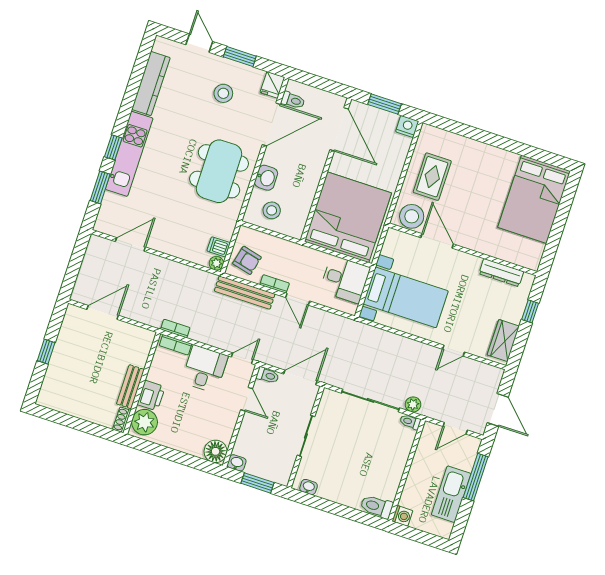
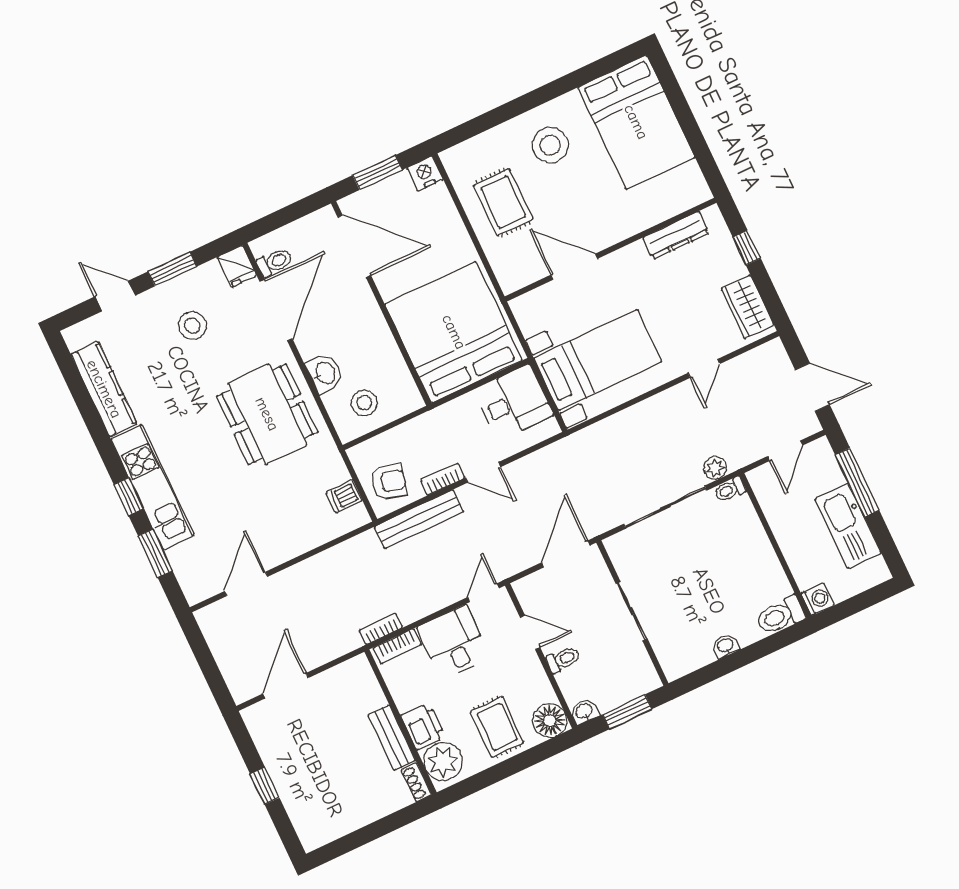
stool: (412, 216) -> (550, 145), moved
plant: (216, 263) -> (358, 516), removed
toilet: (267, 375) -> (563, 659), moved
rug: (187, 430) -> (497, 727), added
washbasin: (309, 487) -> (726, 646), moved

